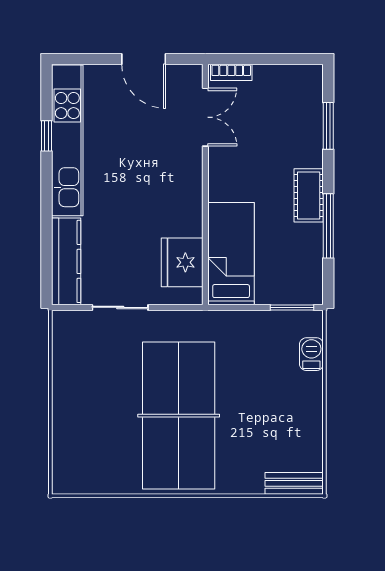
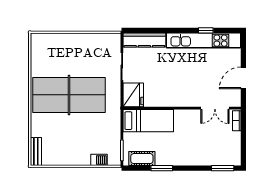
window: (328, 126) -> (223, 168), moved
cot: (309, 195) -> (142, 159), moved
window: (328, 226) -> (162, 168), width x0.69
fridge: (182, 262) -> (133, 95), moved, turned 90

